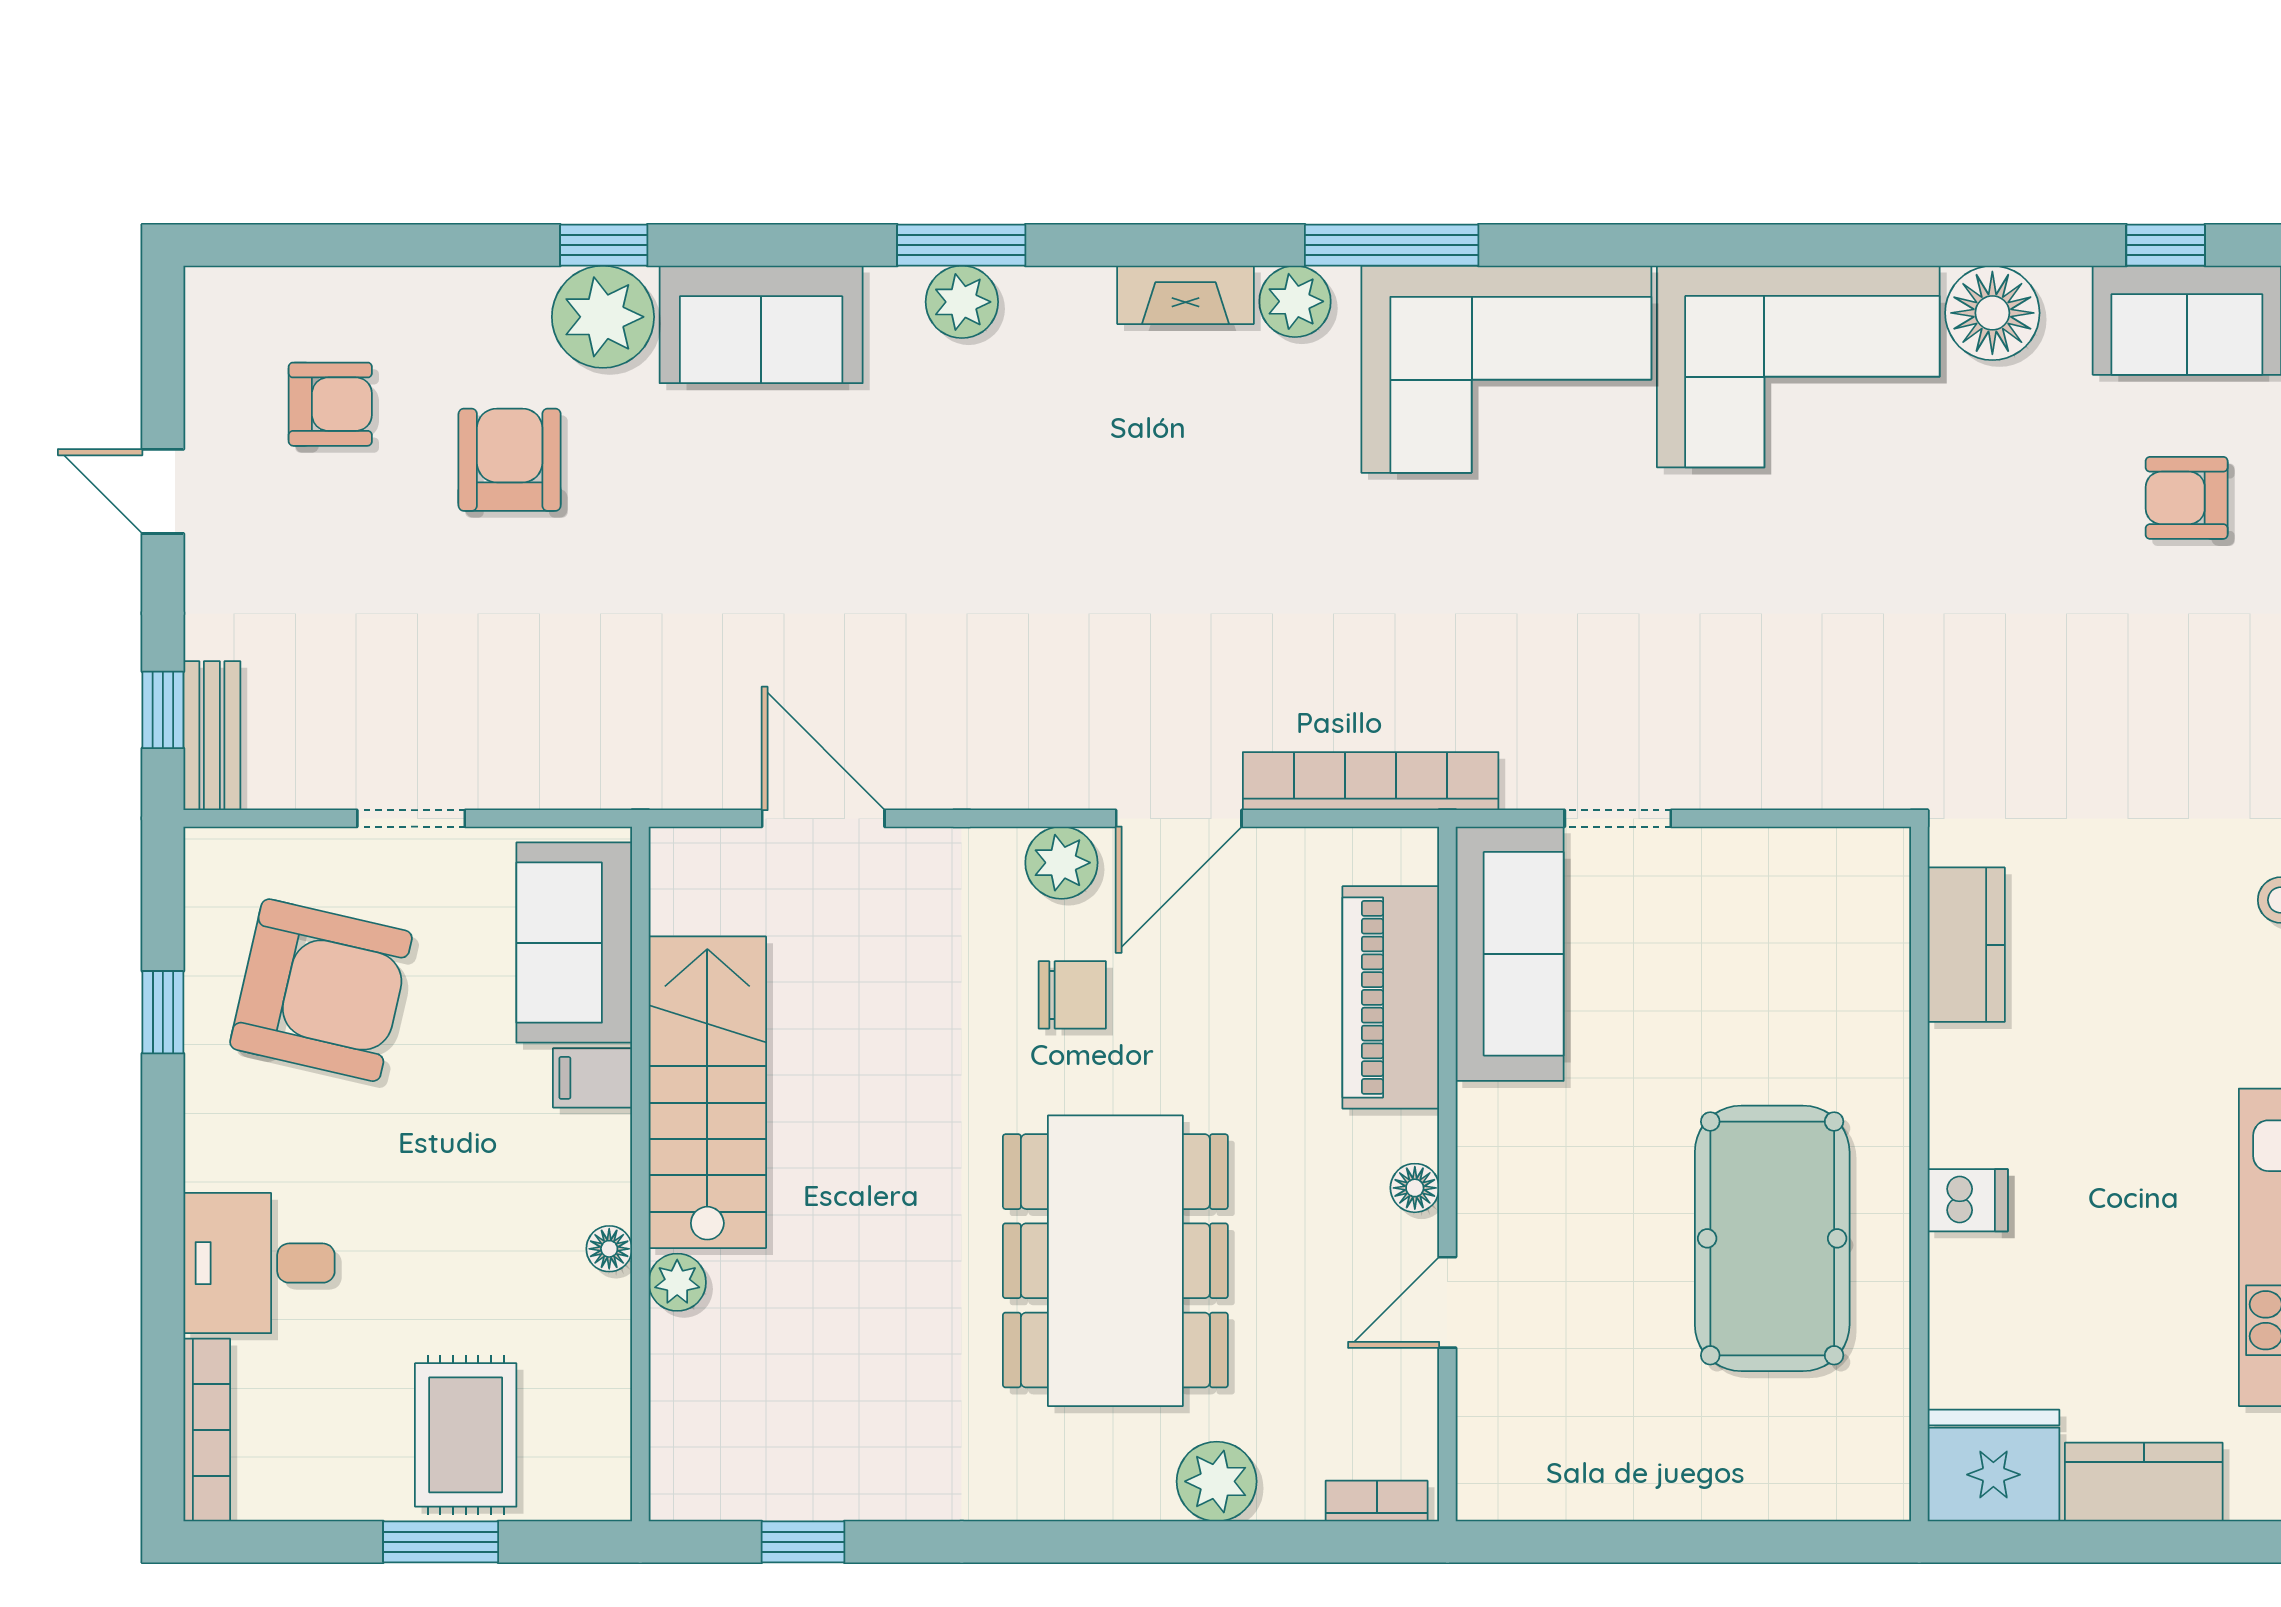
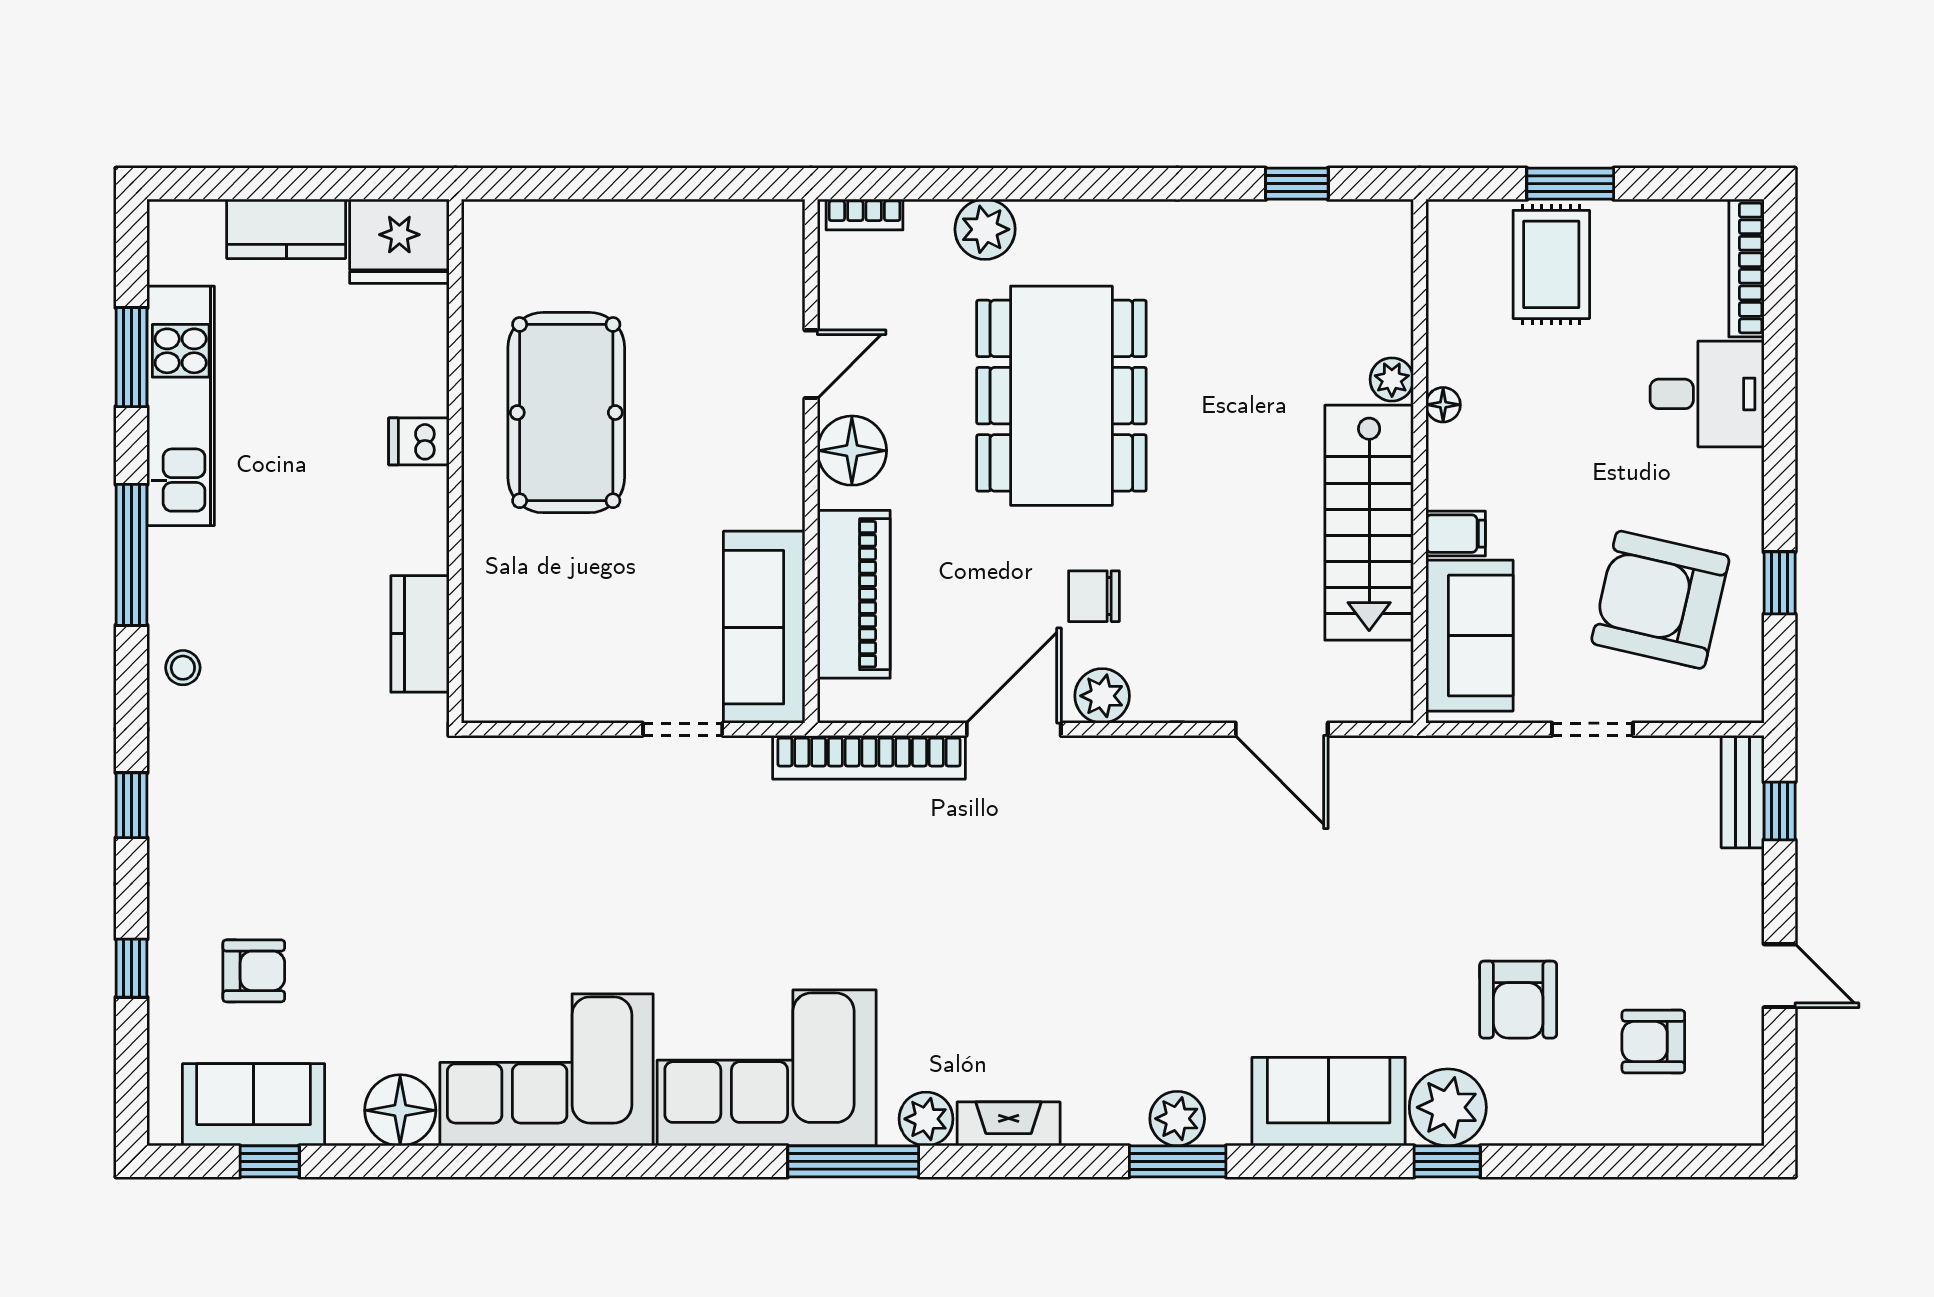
floor lamp: (1415, 1188) -> (852, 451), width x1.89, depth x1.89

